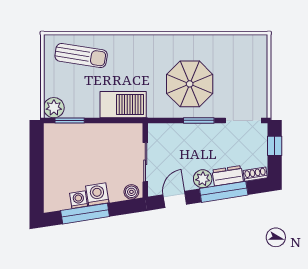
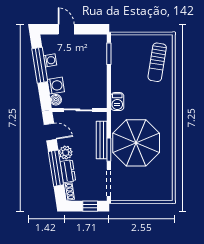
parasol: (190, 84) -> (136, 143), width x1.36, depth x1.36
barbecue: (123, 105) -> (117, 102), width x0.53, depth x0.65
plant: (54, 108) -> (118, 42), removed
bench: (186, 130) -> (102, 140), added
door: (37, 178) -> (66, 29), added
washing machine: (97, 194) -> (56, 86), moved

